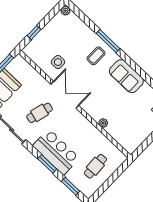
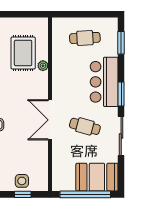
side table: (58, 62) -> (22, 181), moved
rug: (123, 118) -> (23, 53), added
window: (47, 164) -> (121, 94), moved

